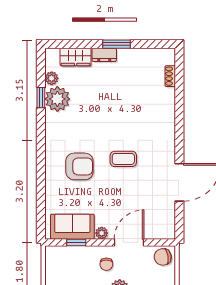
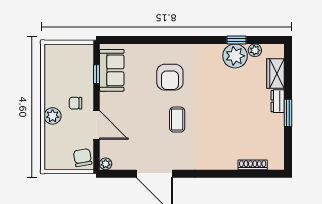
shoe rack: (170, 76) -> (253, 165), width x1.43
plant: (102, 233) -> (106, 164), moved

